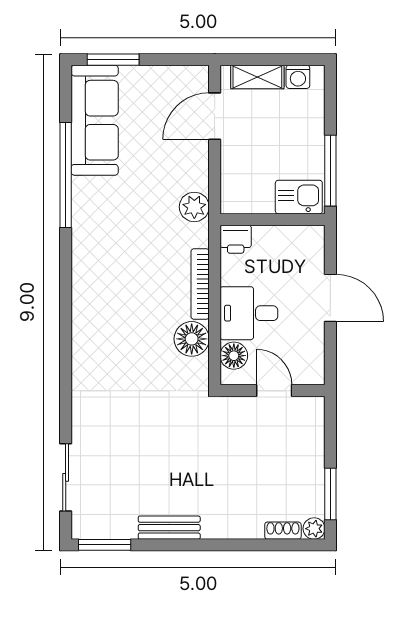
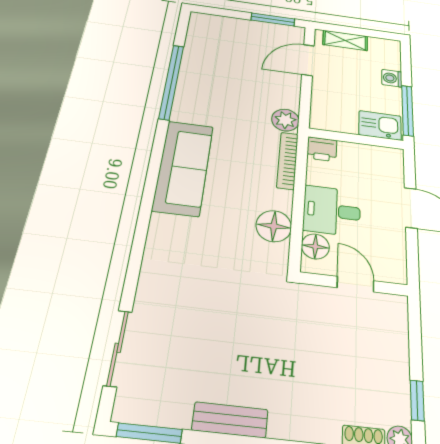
window: (113, 60) -> (273, 19), moved
washing machine: (298, 77) -> (392, 78), moved, turned 90
sofa: (95, 120) -> (183, 167), moved
bookcase: (200, 284) -> (287, 161), moved
window: (330, 494) -> (417, 400), width x0.67

